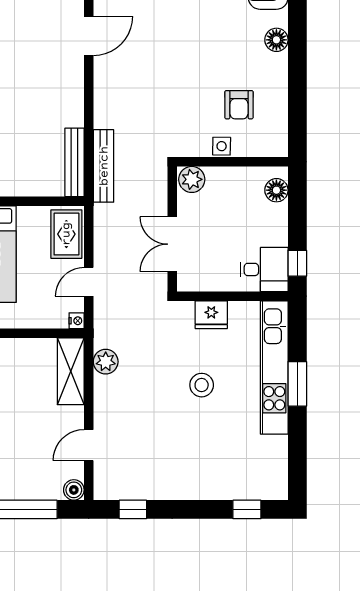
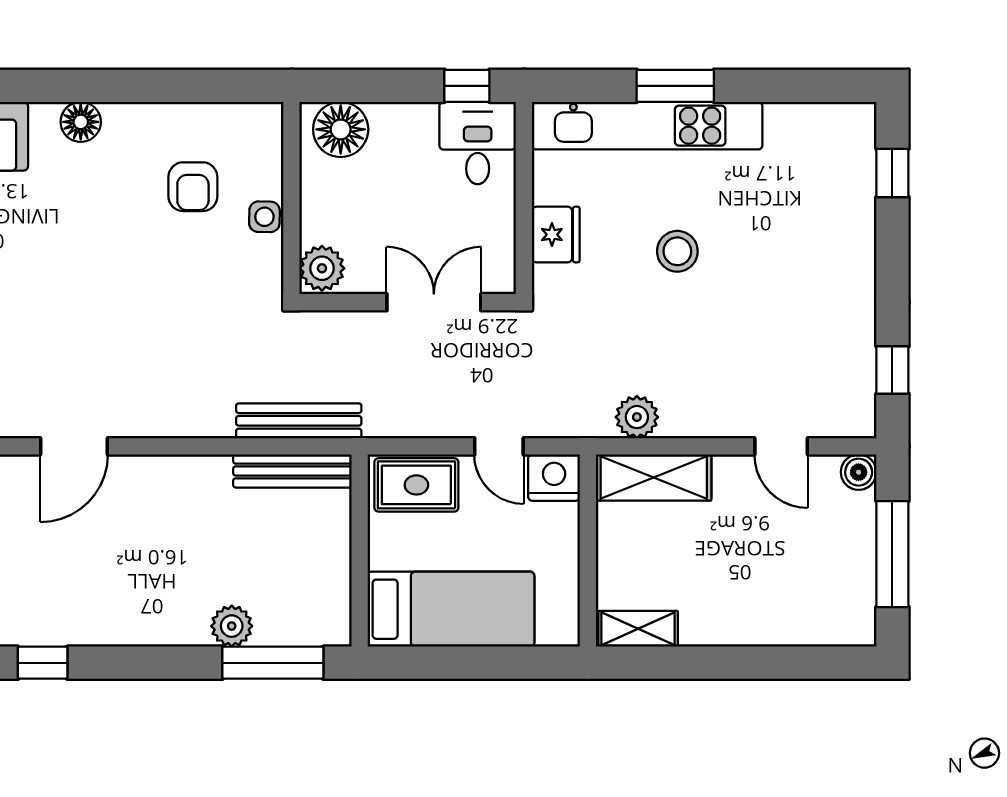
door: (89, 36) -> (74, 446), swing flipped
armchair: (239, 105) -> (193, 187), turned 90
floor lamp: (276, 190) -> (341, 129), width x1.38, depth x1.38
double door: (172, 244) -> (434, 302), swing flipped
nightstand: (77, 321) -> (554, 478), width x1.89, depth x1.79

